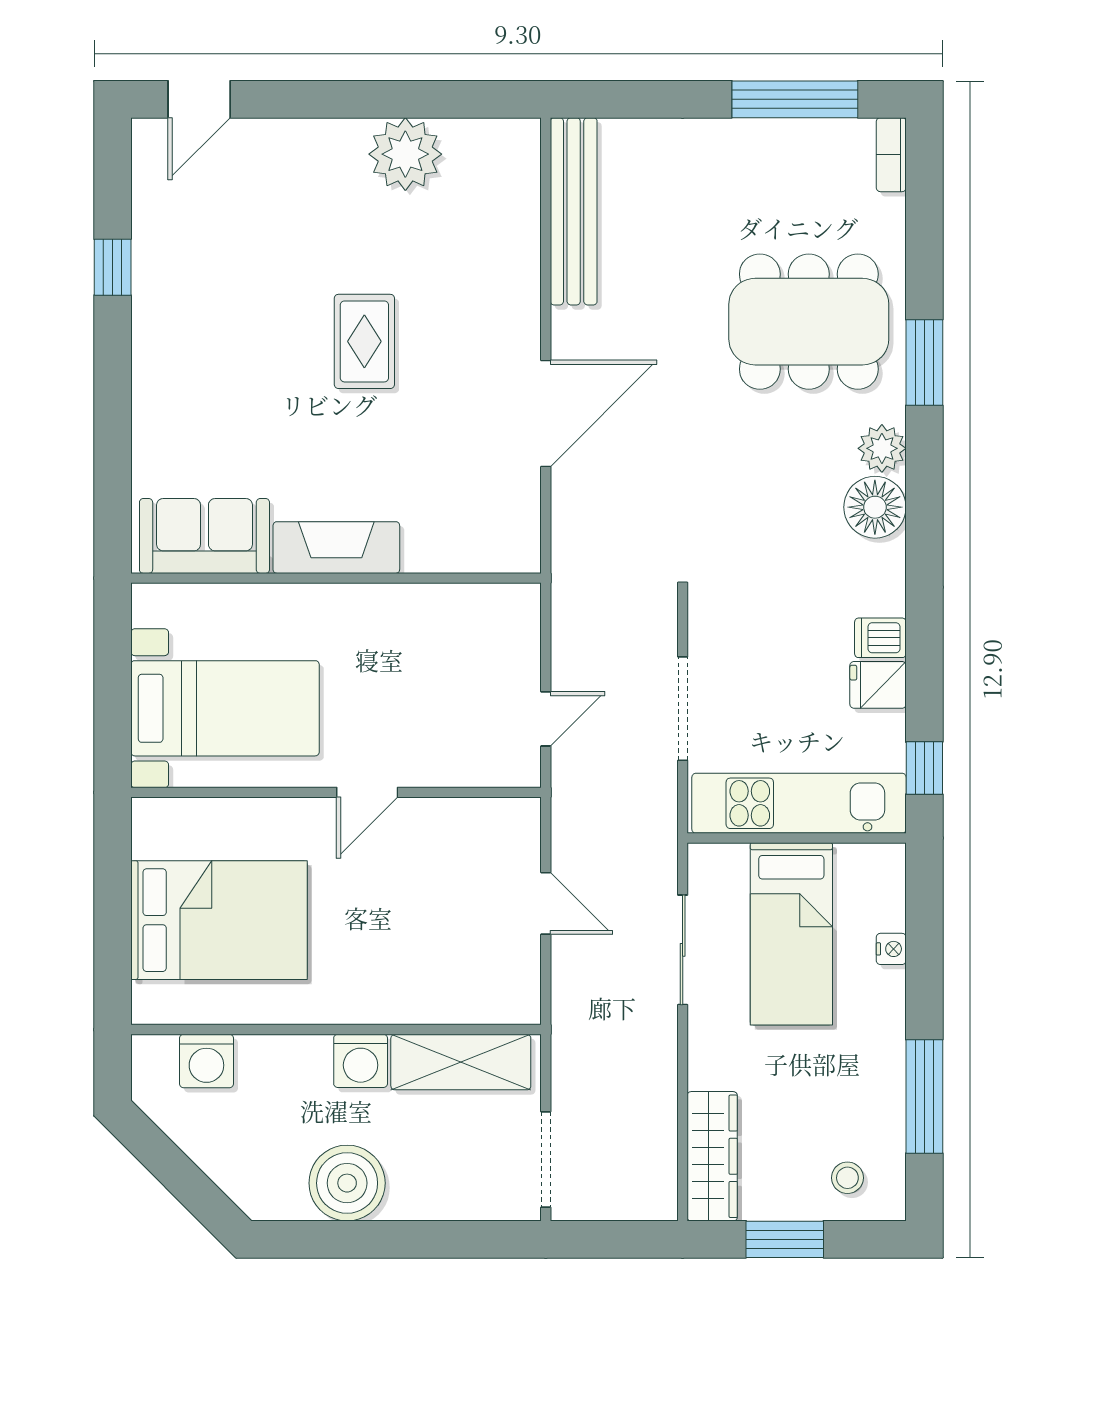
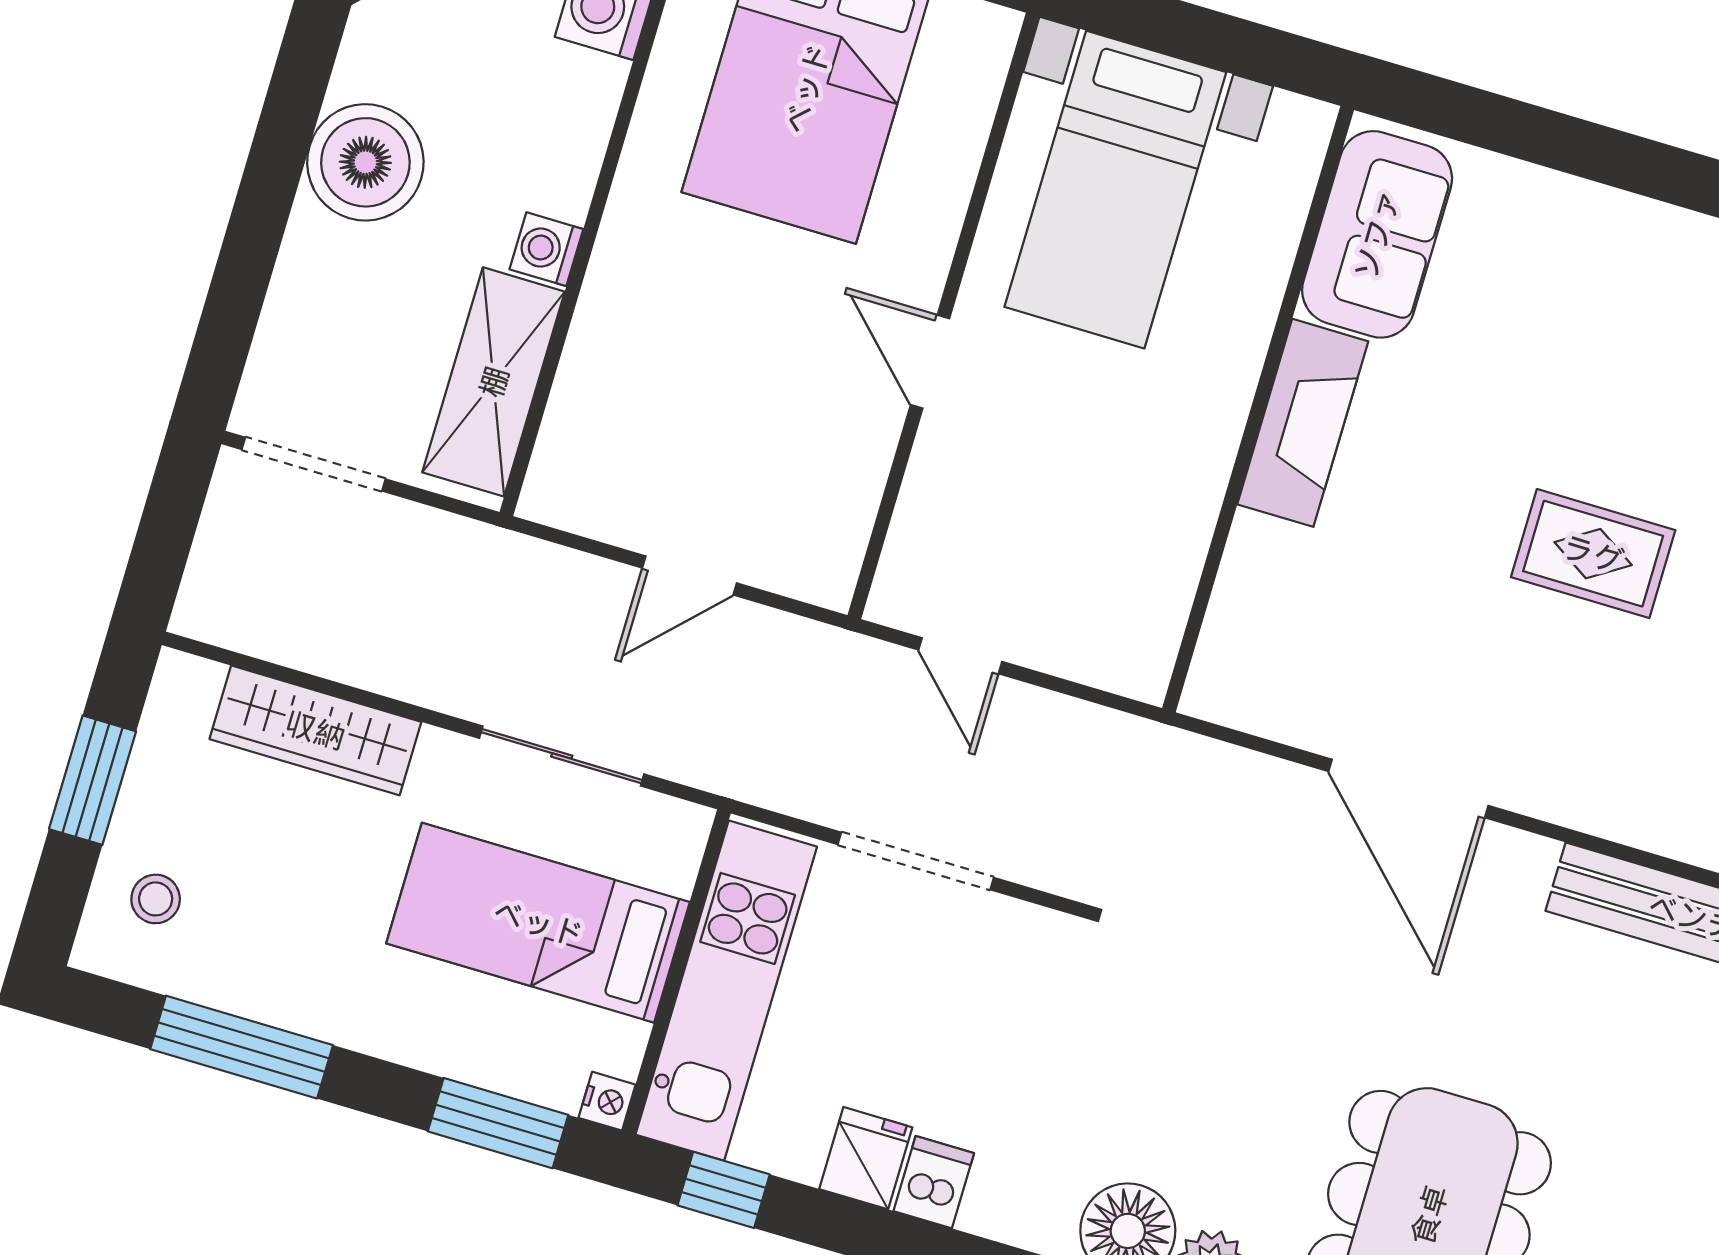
window: (924, 922) -> (498, 1123), added
nightstand: (891, 949) -> (607, 1101), moved, turned -90
washing machine: (361, 1061) -> (546, 249), width x0.73, depth x0.73
wardrobe: (712, 1156) -> (315, 730), moved

